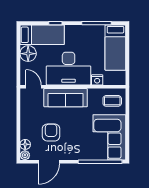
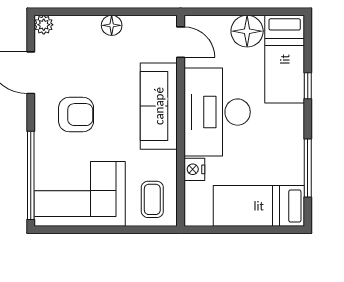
door: (34, 87) -> (181, 42), hinge flipped
armchair: (51, 132) -> (76, 115), moved
floor lamp: (25, 144) -> (112, 25), moved

